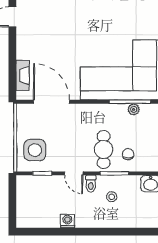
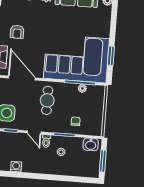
armchair: (40, 40) -> (17, 32), added
cafe table: (104, 150) -> (47, 100), moved
washing machine: (67, 221) -> (16, 167), moved

